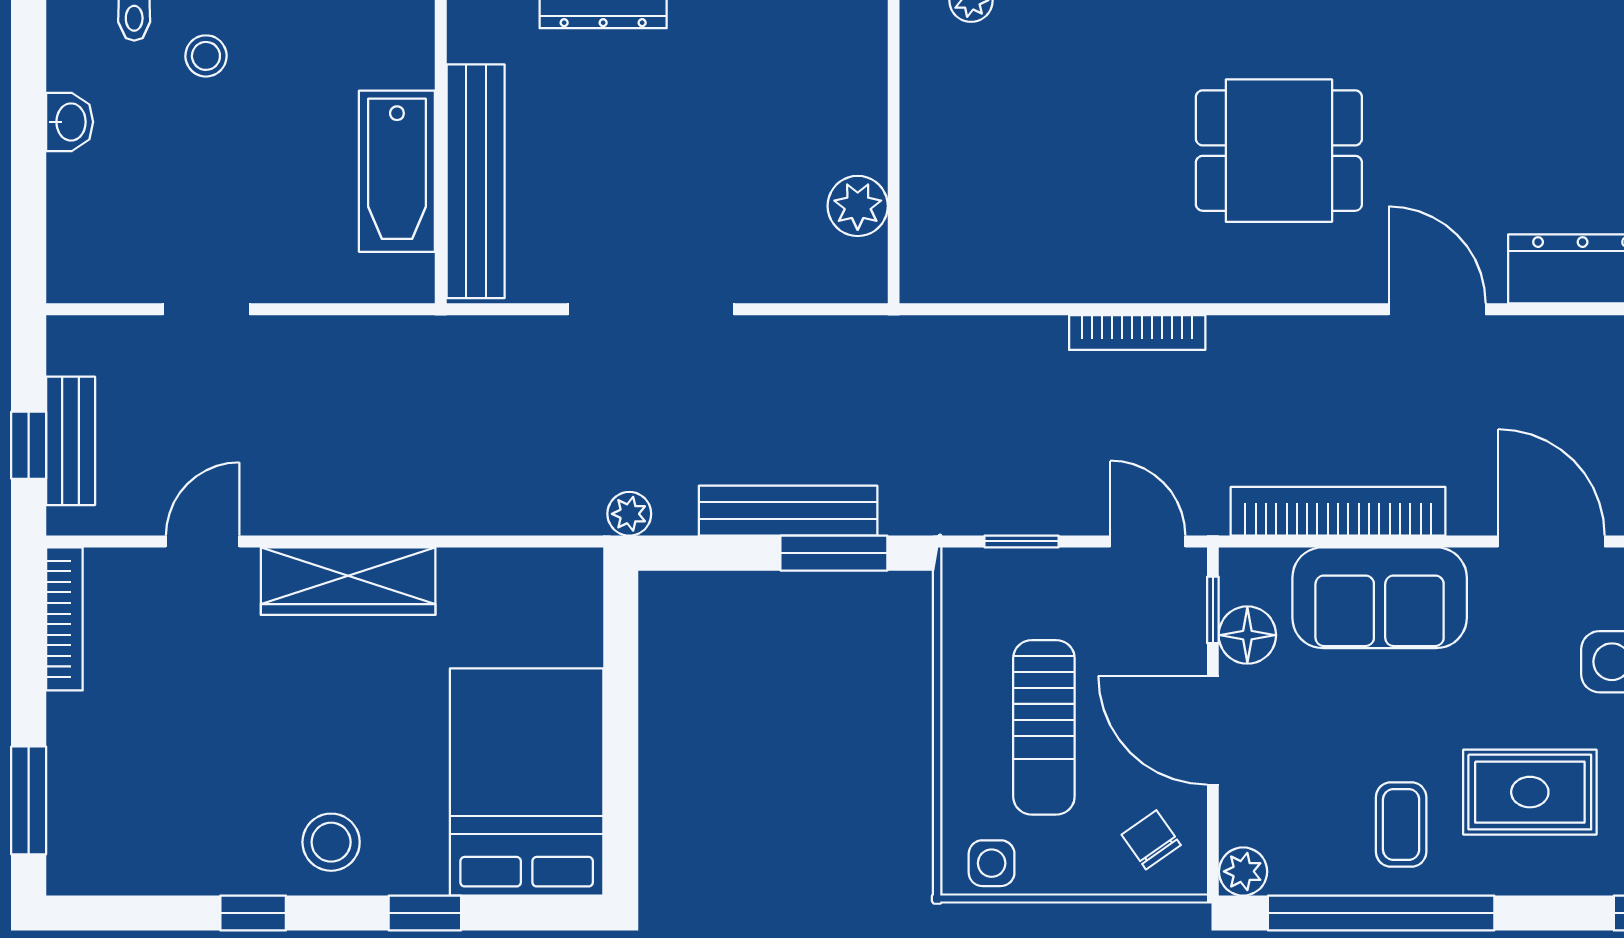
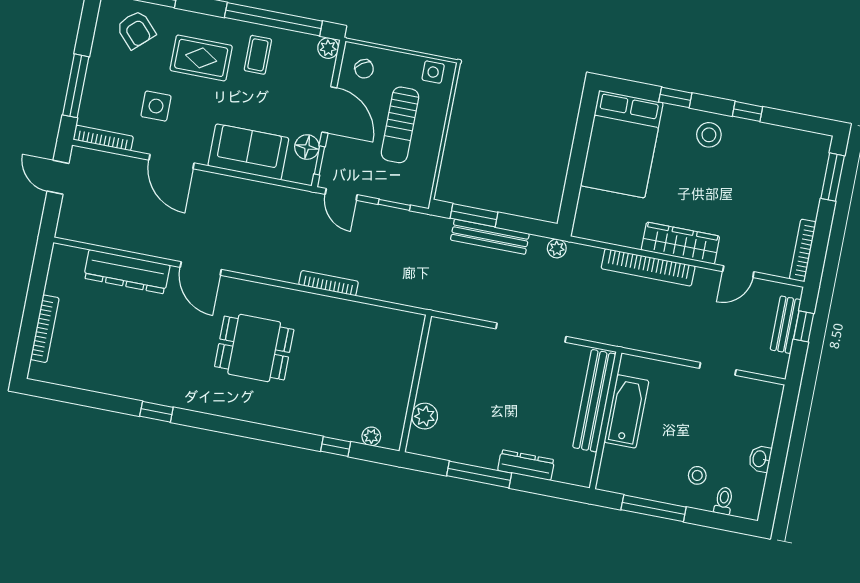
plant: (858, 206) -> (425, 416), moved
bookcase: (1338, 511) -> (648, 267), moved
sun lounger: (1044, 727) -> (400, 125), turned 180

